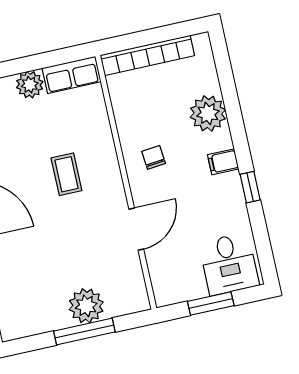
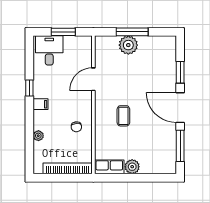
plant: (208, 113) -> (38, 136), width x0.53, depth x0.53
chair: (154, 157) -> (76, 127), moved

